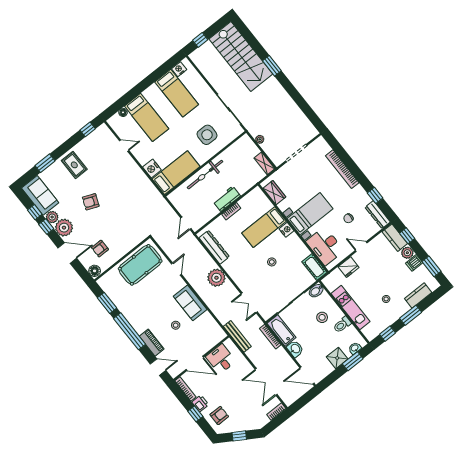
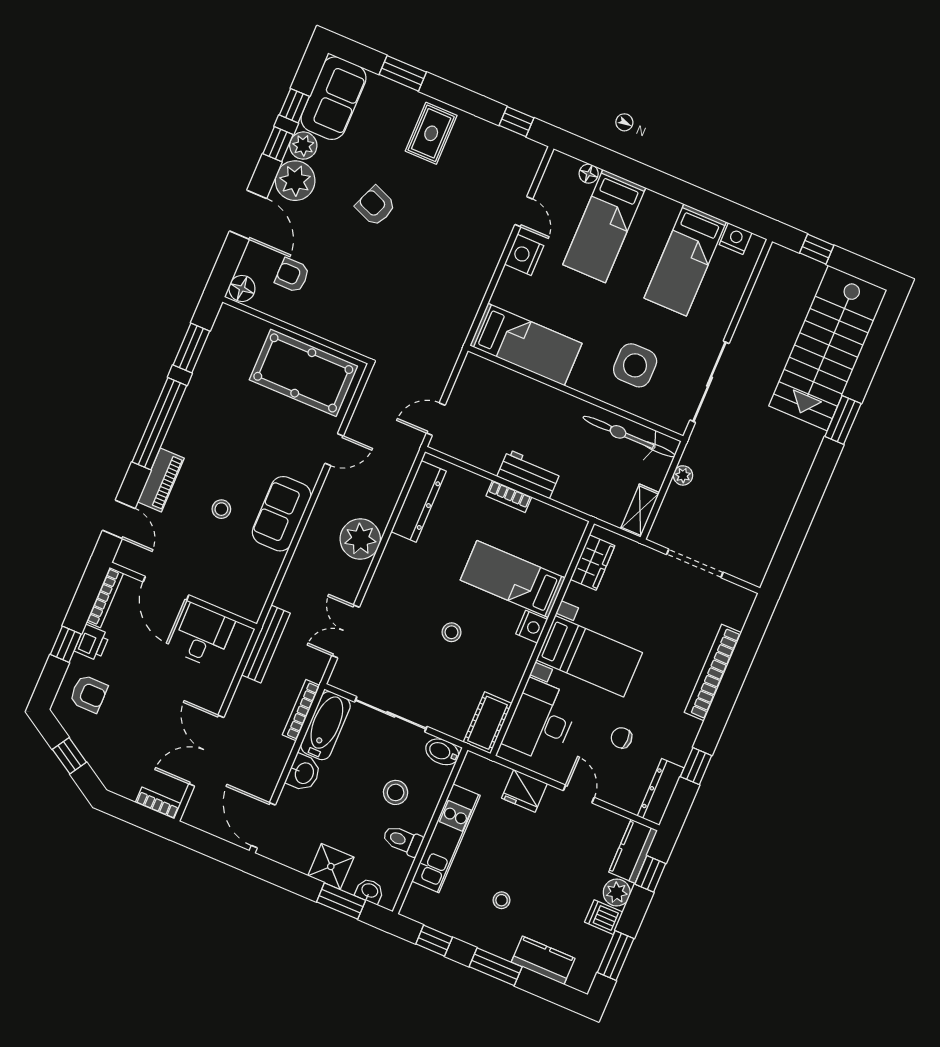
nightstand: (152, 168) -> (524, 255), moved
bicycle: (205, 175) -> (629, 437), moved

